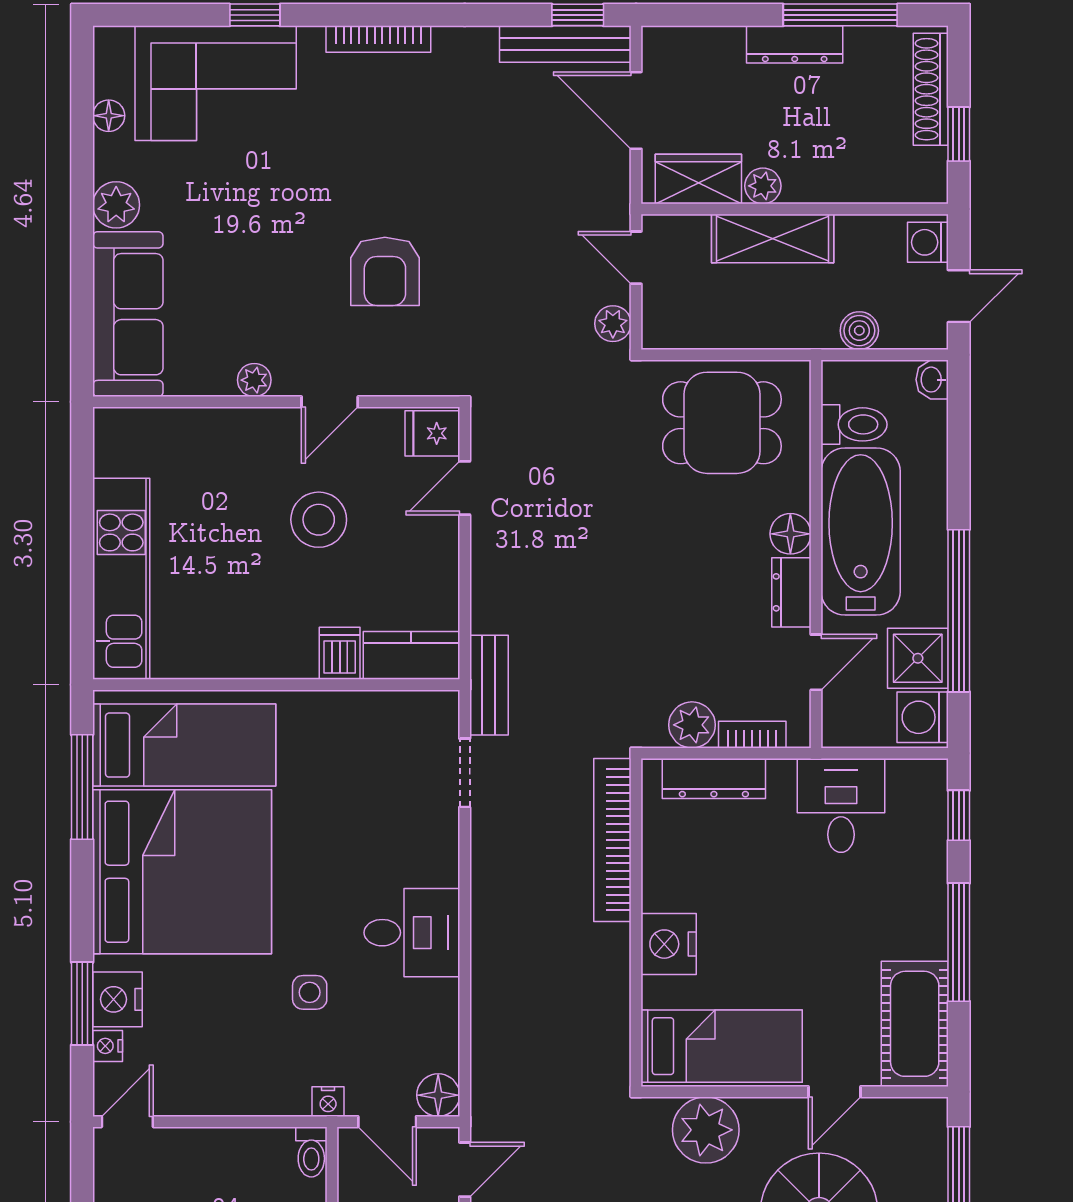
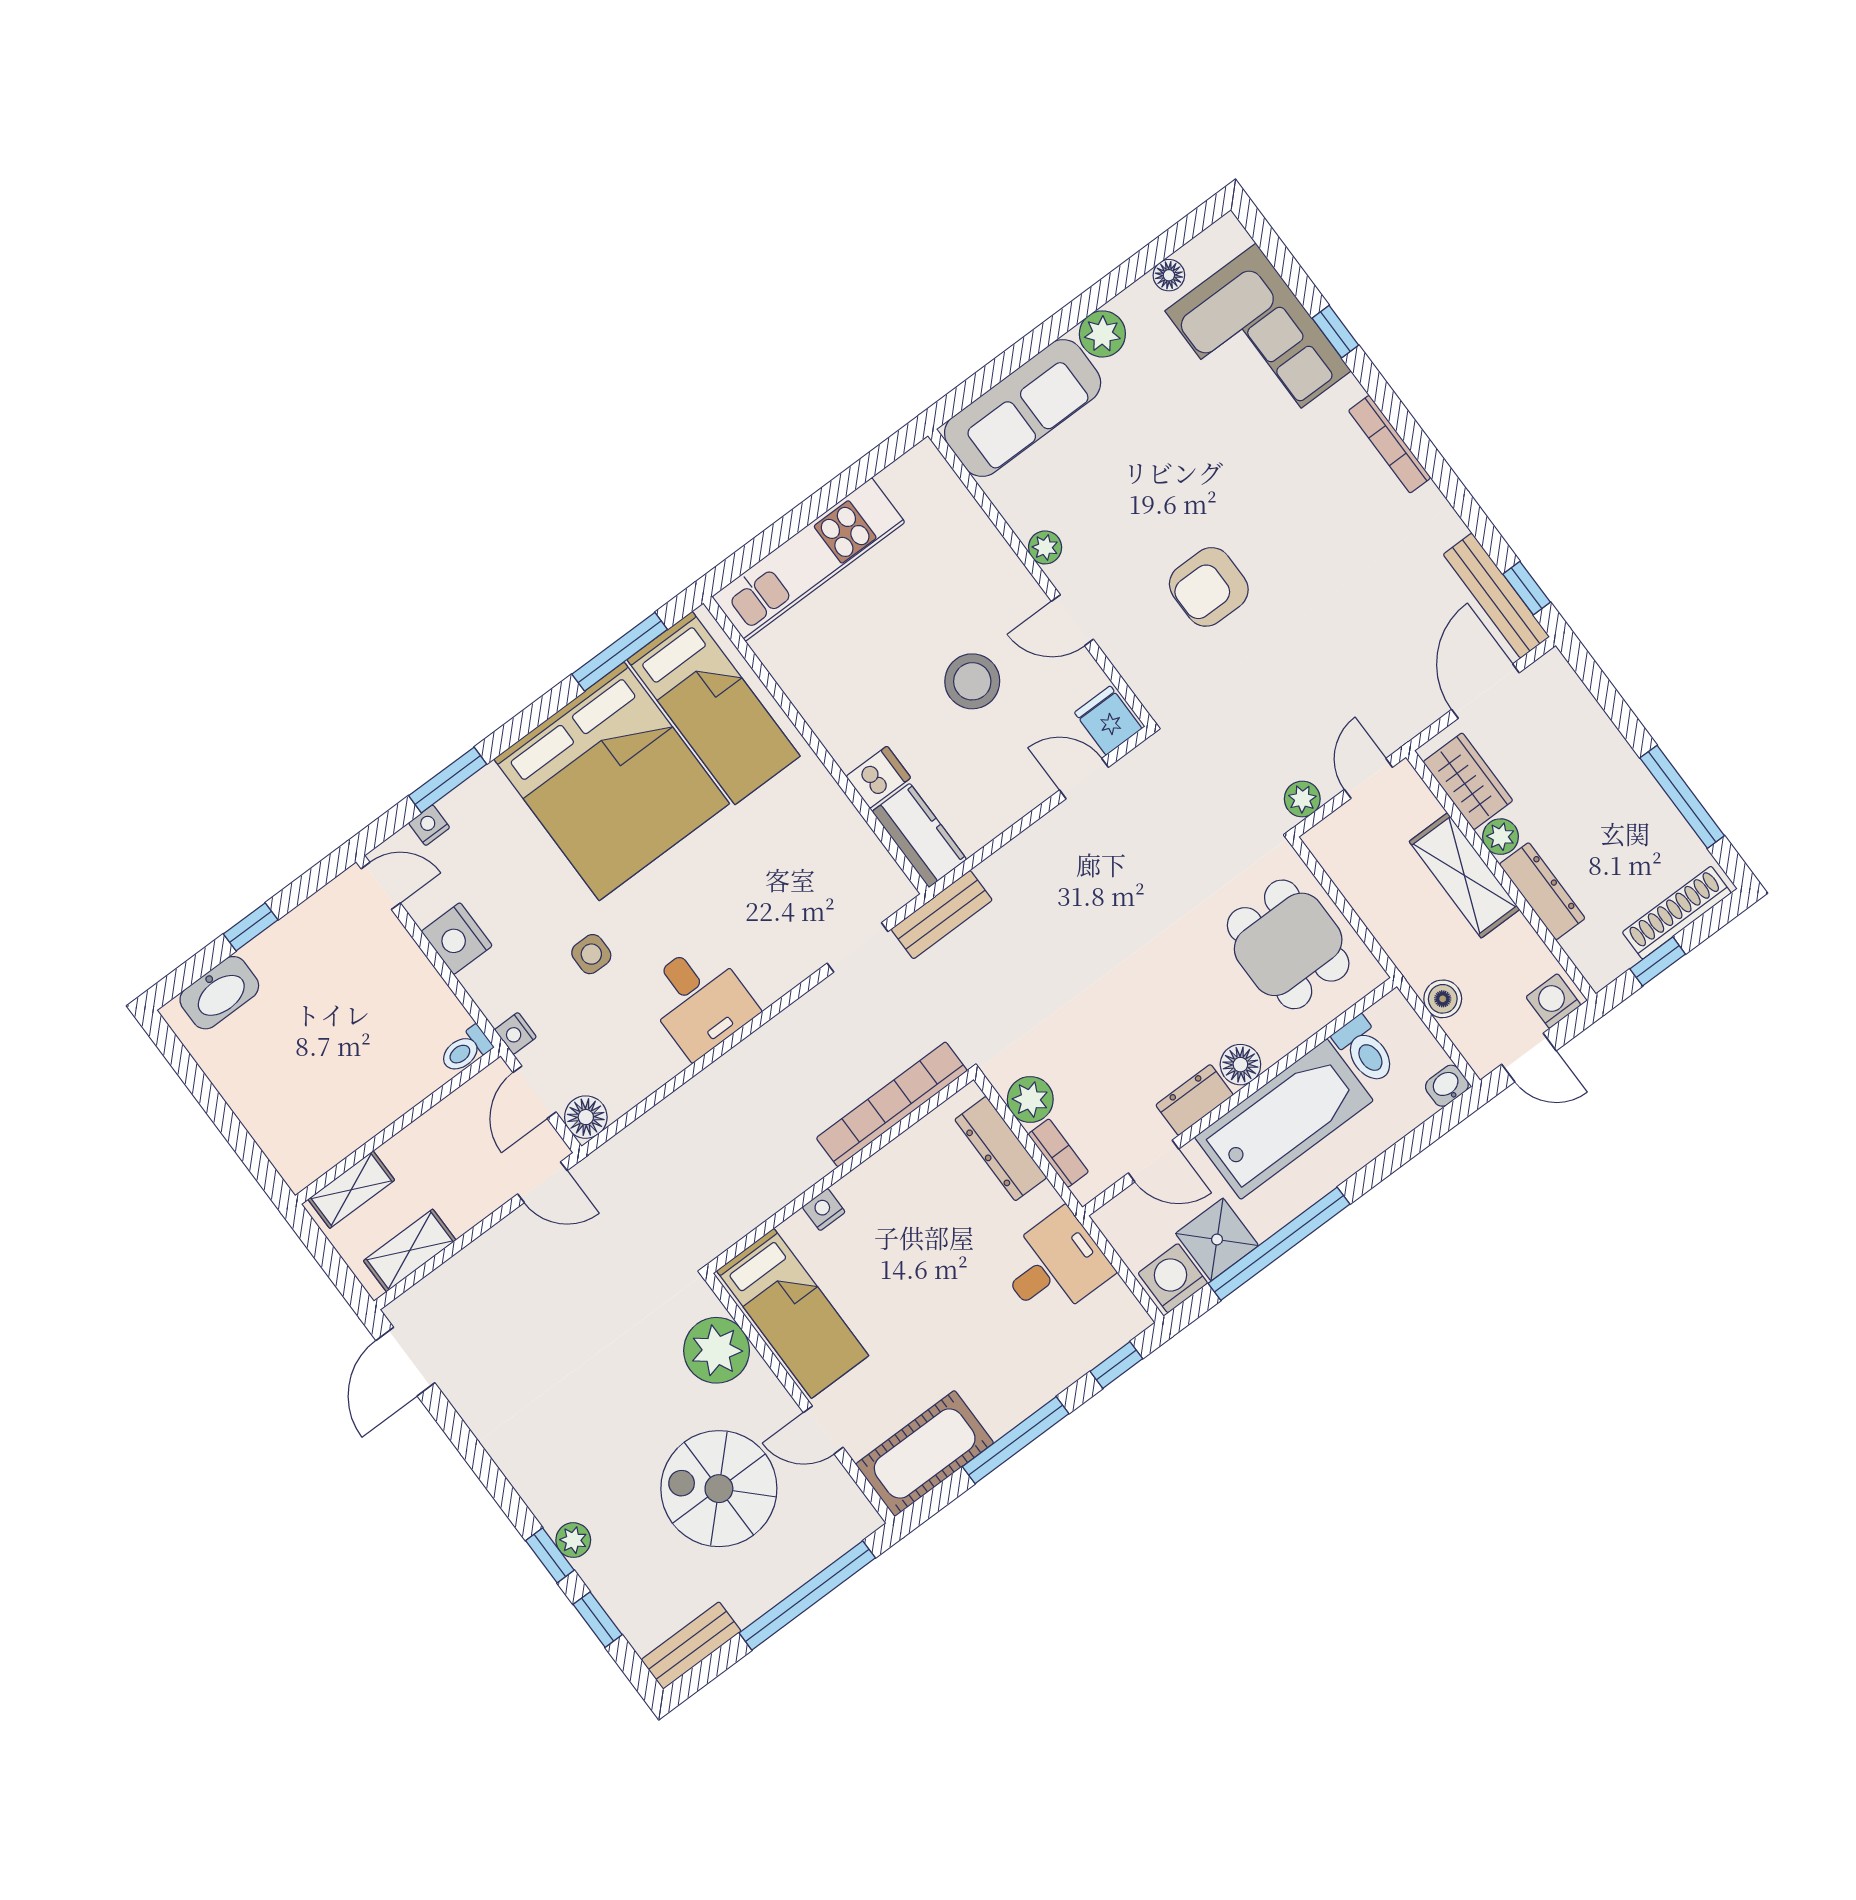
dresser: (795, 44) -> (1542, 891), moved, turned 180
nightstand: (669, 944) -> (824, 1210), width x0.53, depth x0.56
nightstand: (117, 999) -> (457, 939), moved, turned -90

